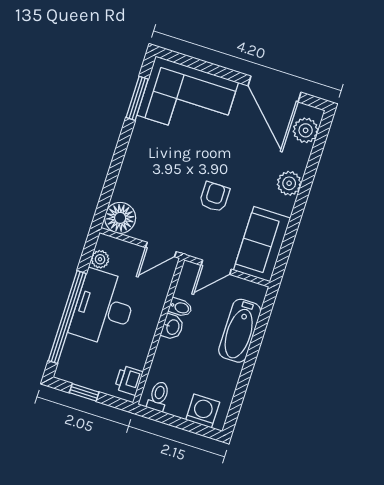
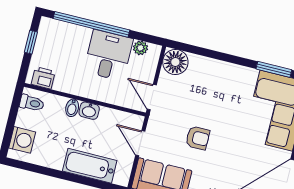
bidet: (180, 307) -> (72, 108), moved
desk: (104, 308) -> (108, 55), width x0.73

